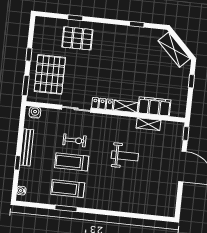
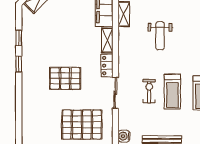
window: (75, 18) -> (19, 64), moved
pallet: (77, 38) -> (65, 78), moved, turned 90
weight bench: (125, 156) -> (160, 36), turned 180

